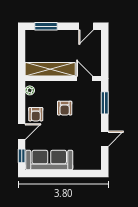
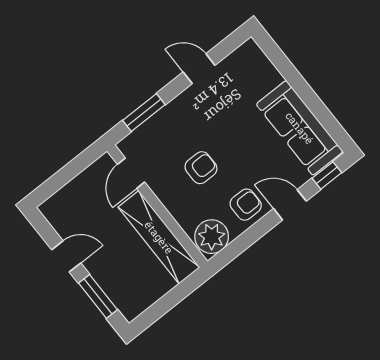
door: (86, 26) -> (66, 256), moved
plant: (30, 90) -> (212, 237), width x1.88, depth x1.88

